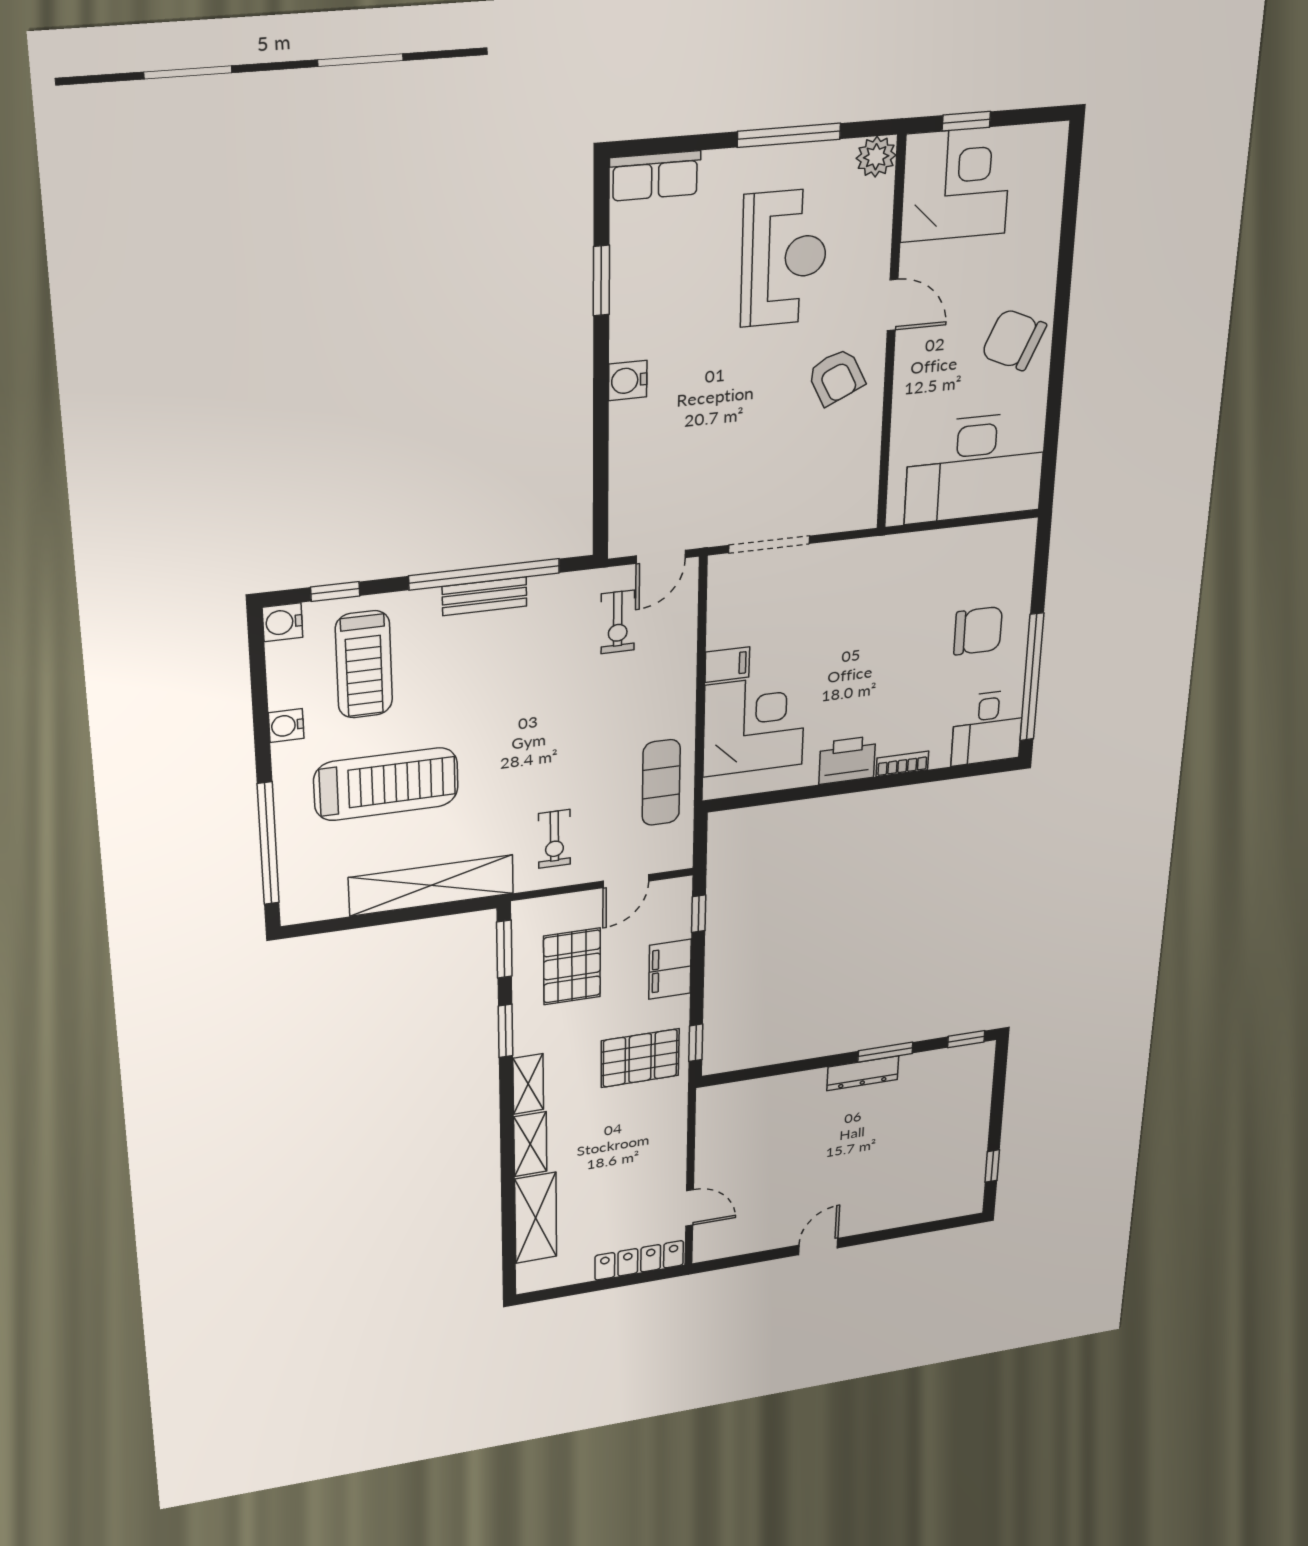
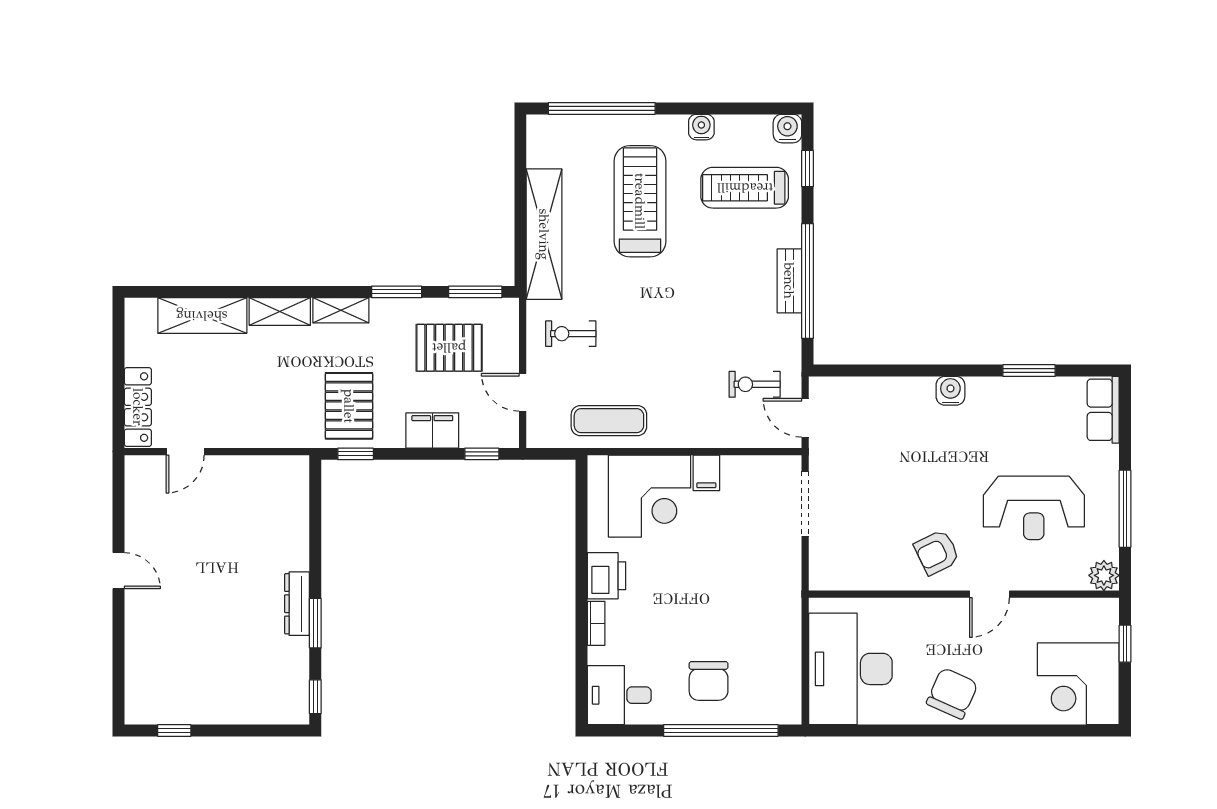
corner desk: (956, 184) -> (1078, 684), moved, turned 90
window: (1032, 677) -> (721, 731), moved
treadmill: (386, 784) -> (640, 201), turned 180

